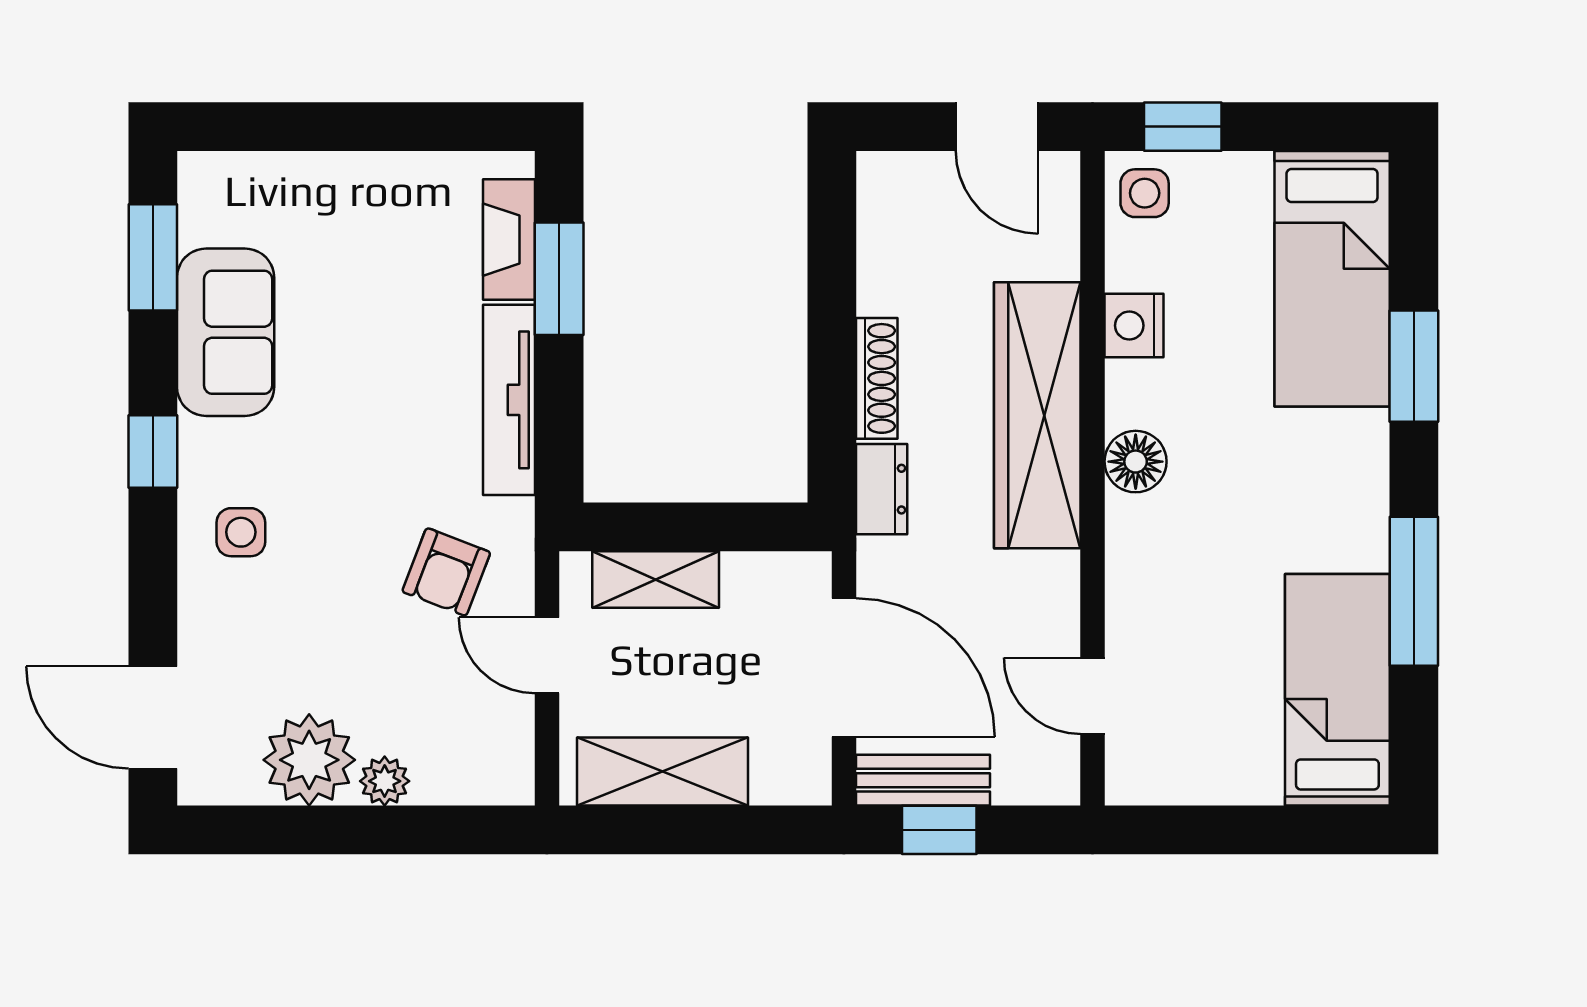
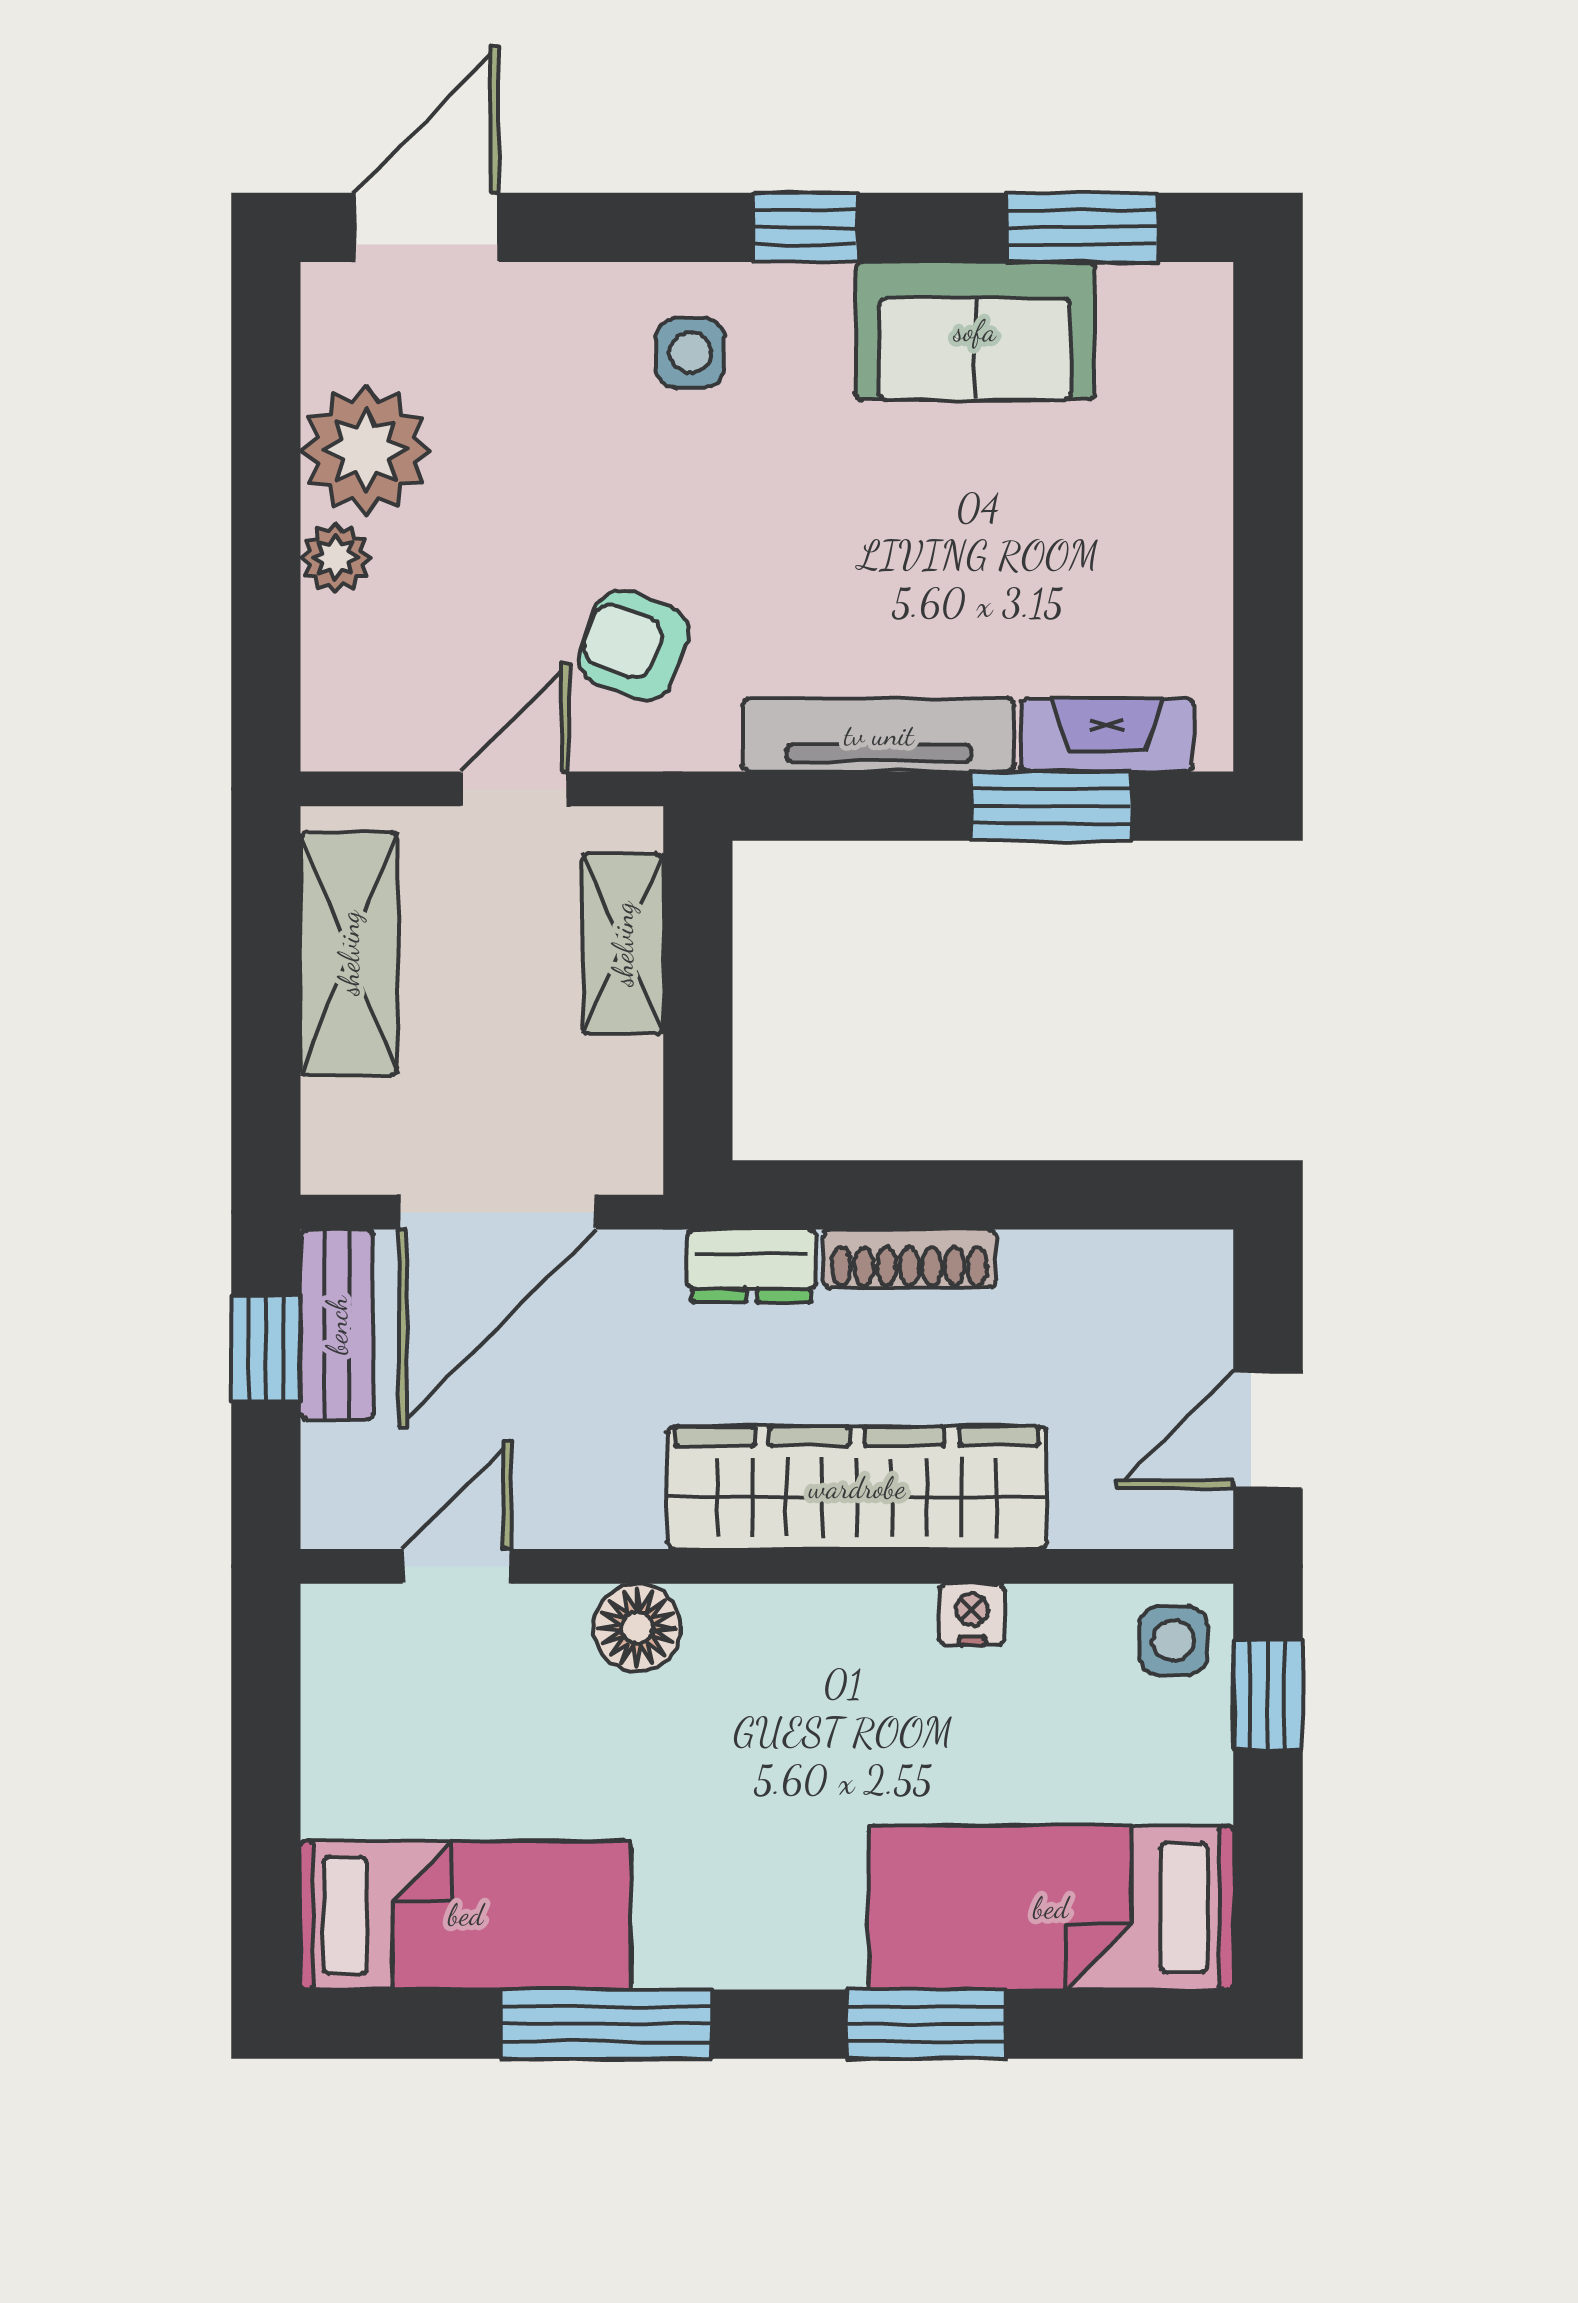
nightstand: (1134, 326) -> (972, 1614), width x0.72, depth x0.74
floor lamp: (1136, 462) -> (637, 1628), moved

